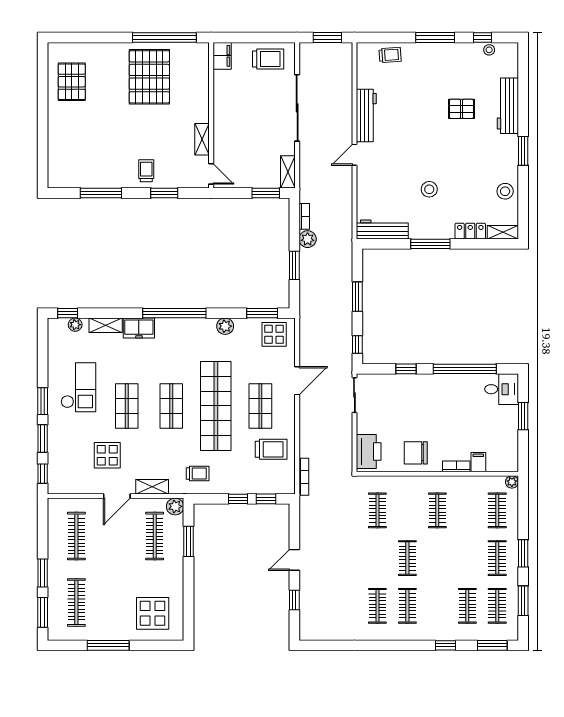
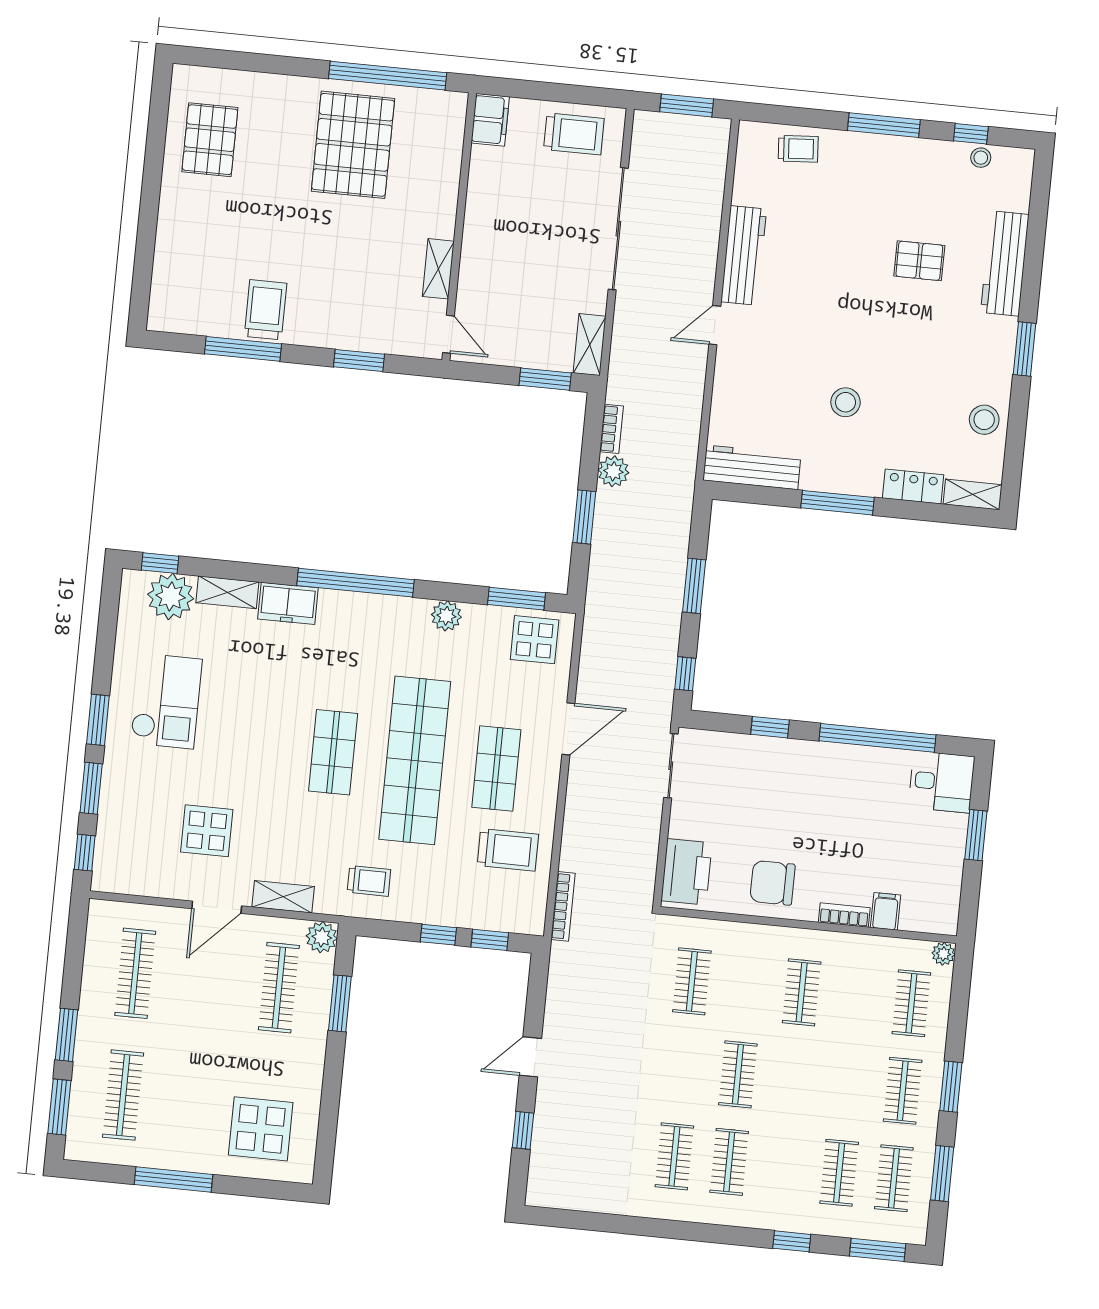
trolley: (146, 171) -> (265, 310), moved, width x1.36, depth x1.39
plant: (75, 325) -> (171, 596), width x1.88, depth x1.88
shop shelf: (127, 406) -> (251, 744), removed

